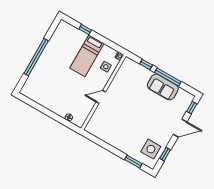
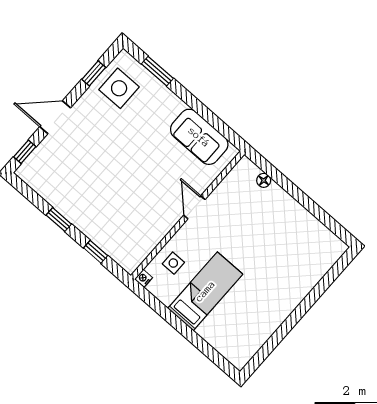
window: (85, 29) -> (198, 342), removed
window: (36, 57) -> (303, 308), removed
window: (168, 77) -> (59, 220), width x0.46
sofa: (163, 87) -> (199, 137), moved, turned 180
door: (101, 97) -> (194, 207), swing flipped

